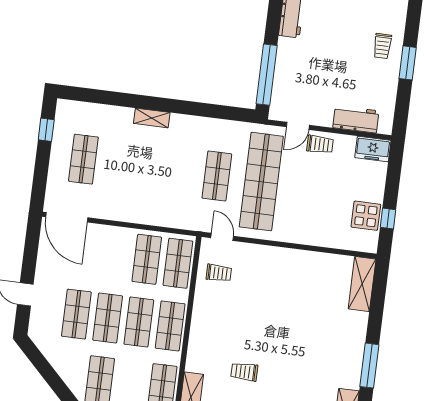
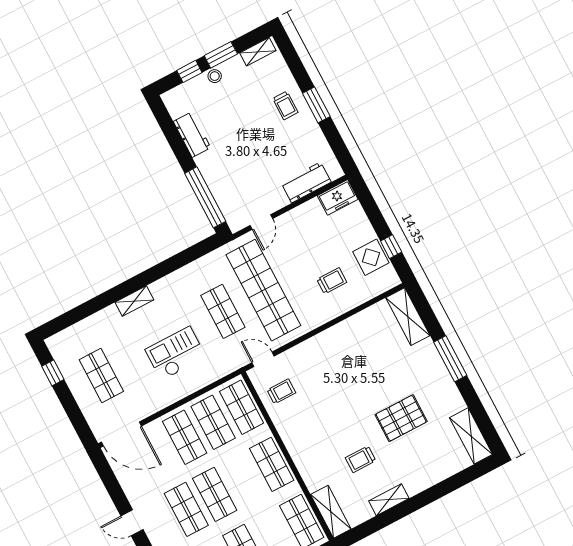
trolley: (320, 144) -> (332, 281), moved
checkout: (155, 183) -> (176, 353), added
shop shelf: (139, 322) -> (185, 437), moved
pallet: (300, 362) -> (401, 418), added
window: (369, 366) -> (450, 359), moved

